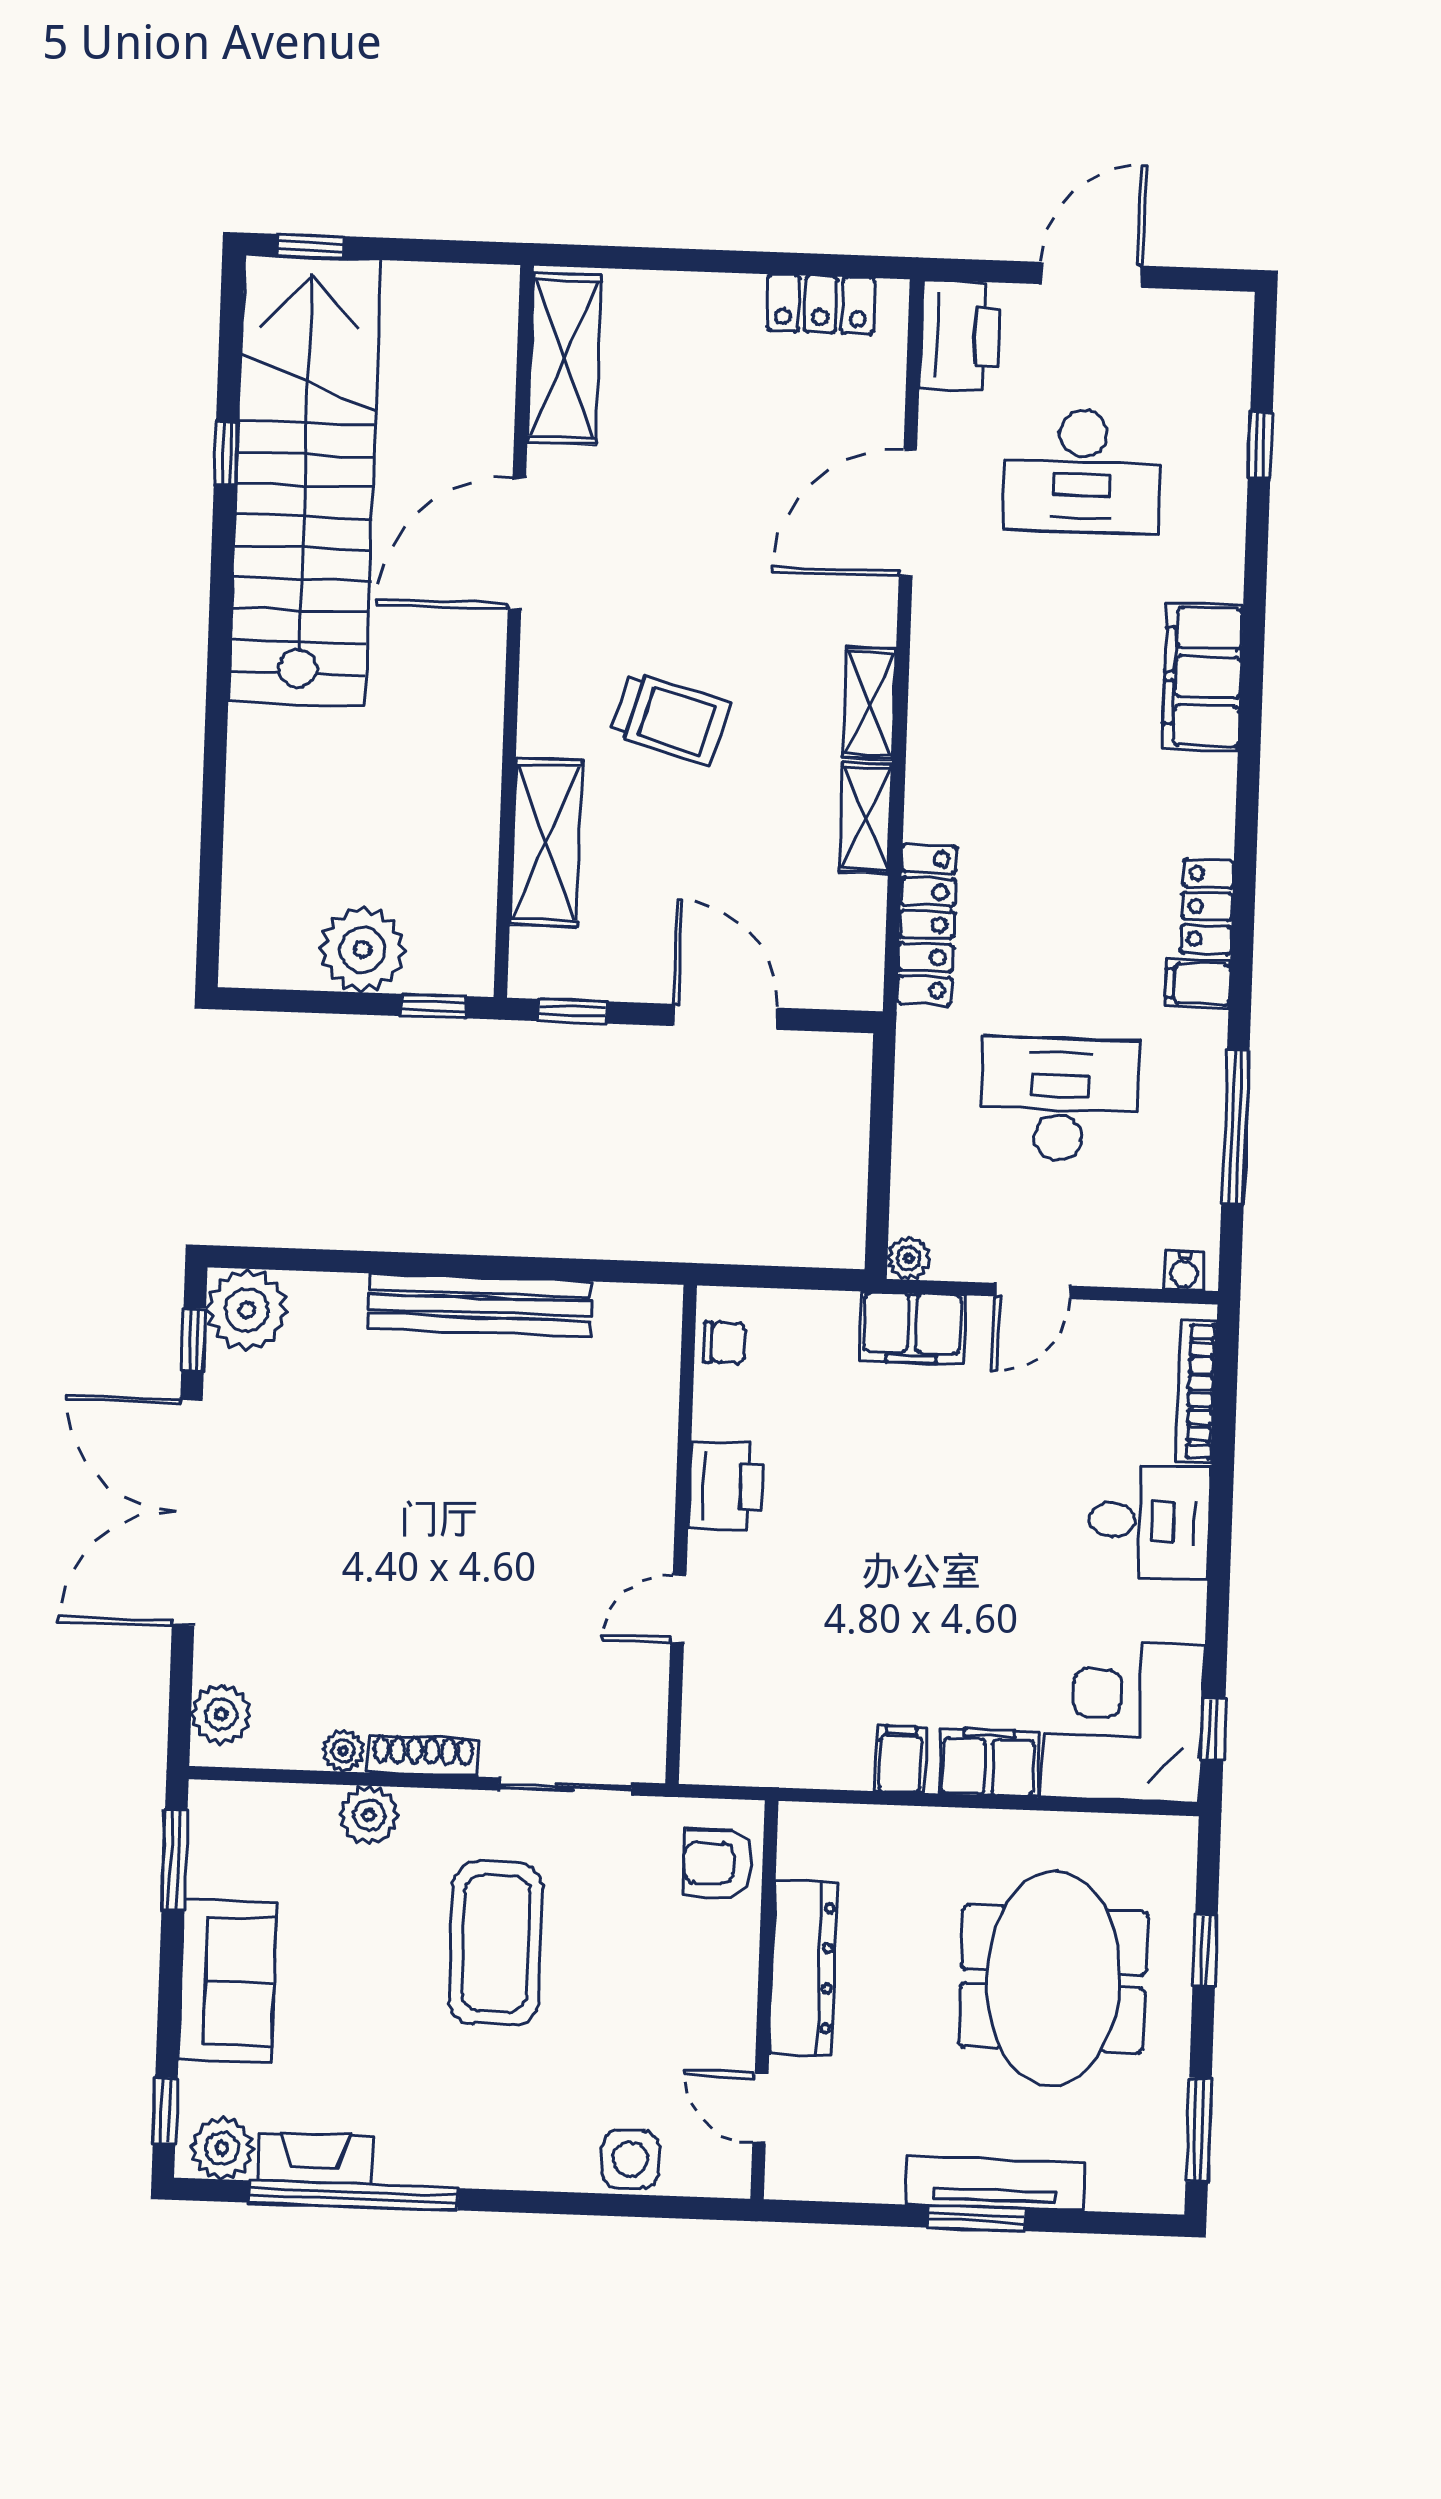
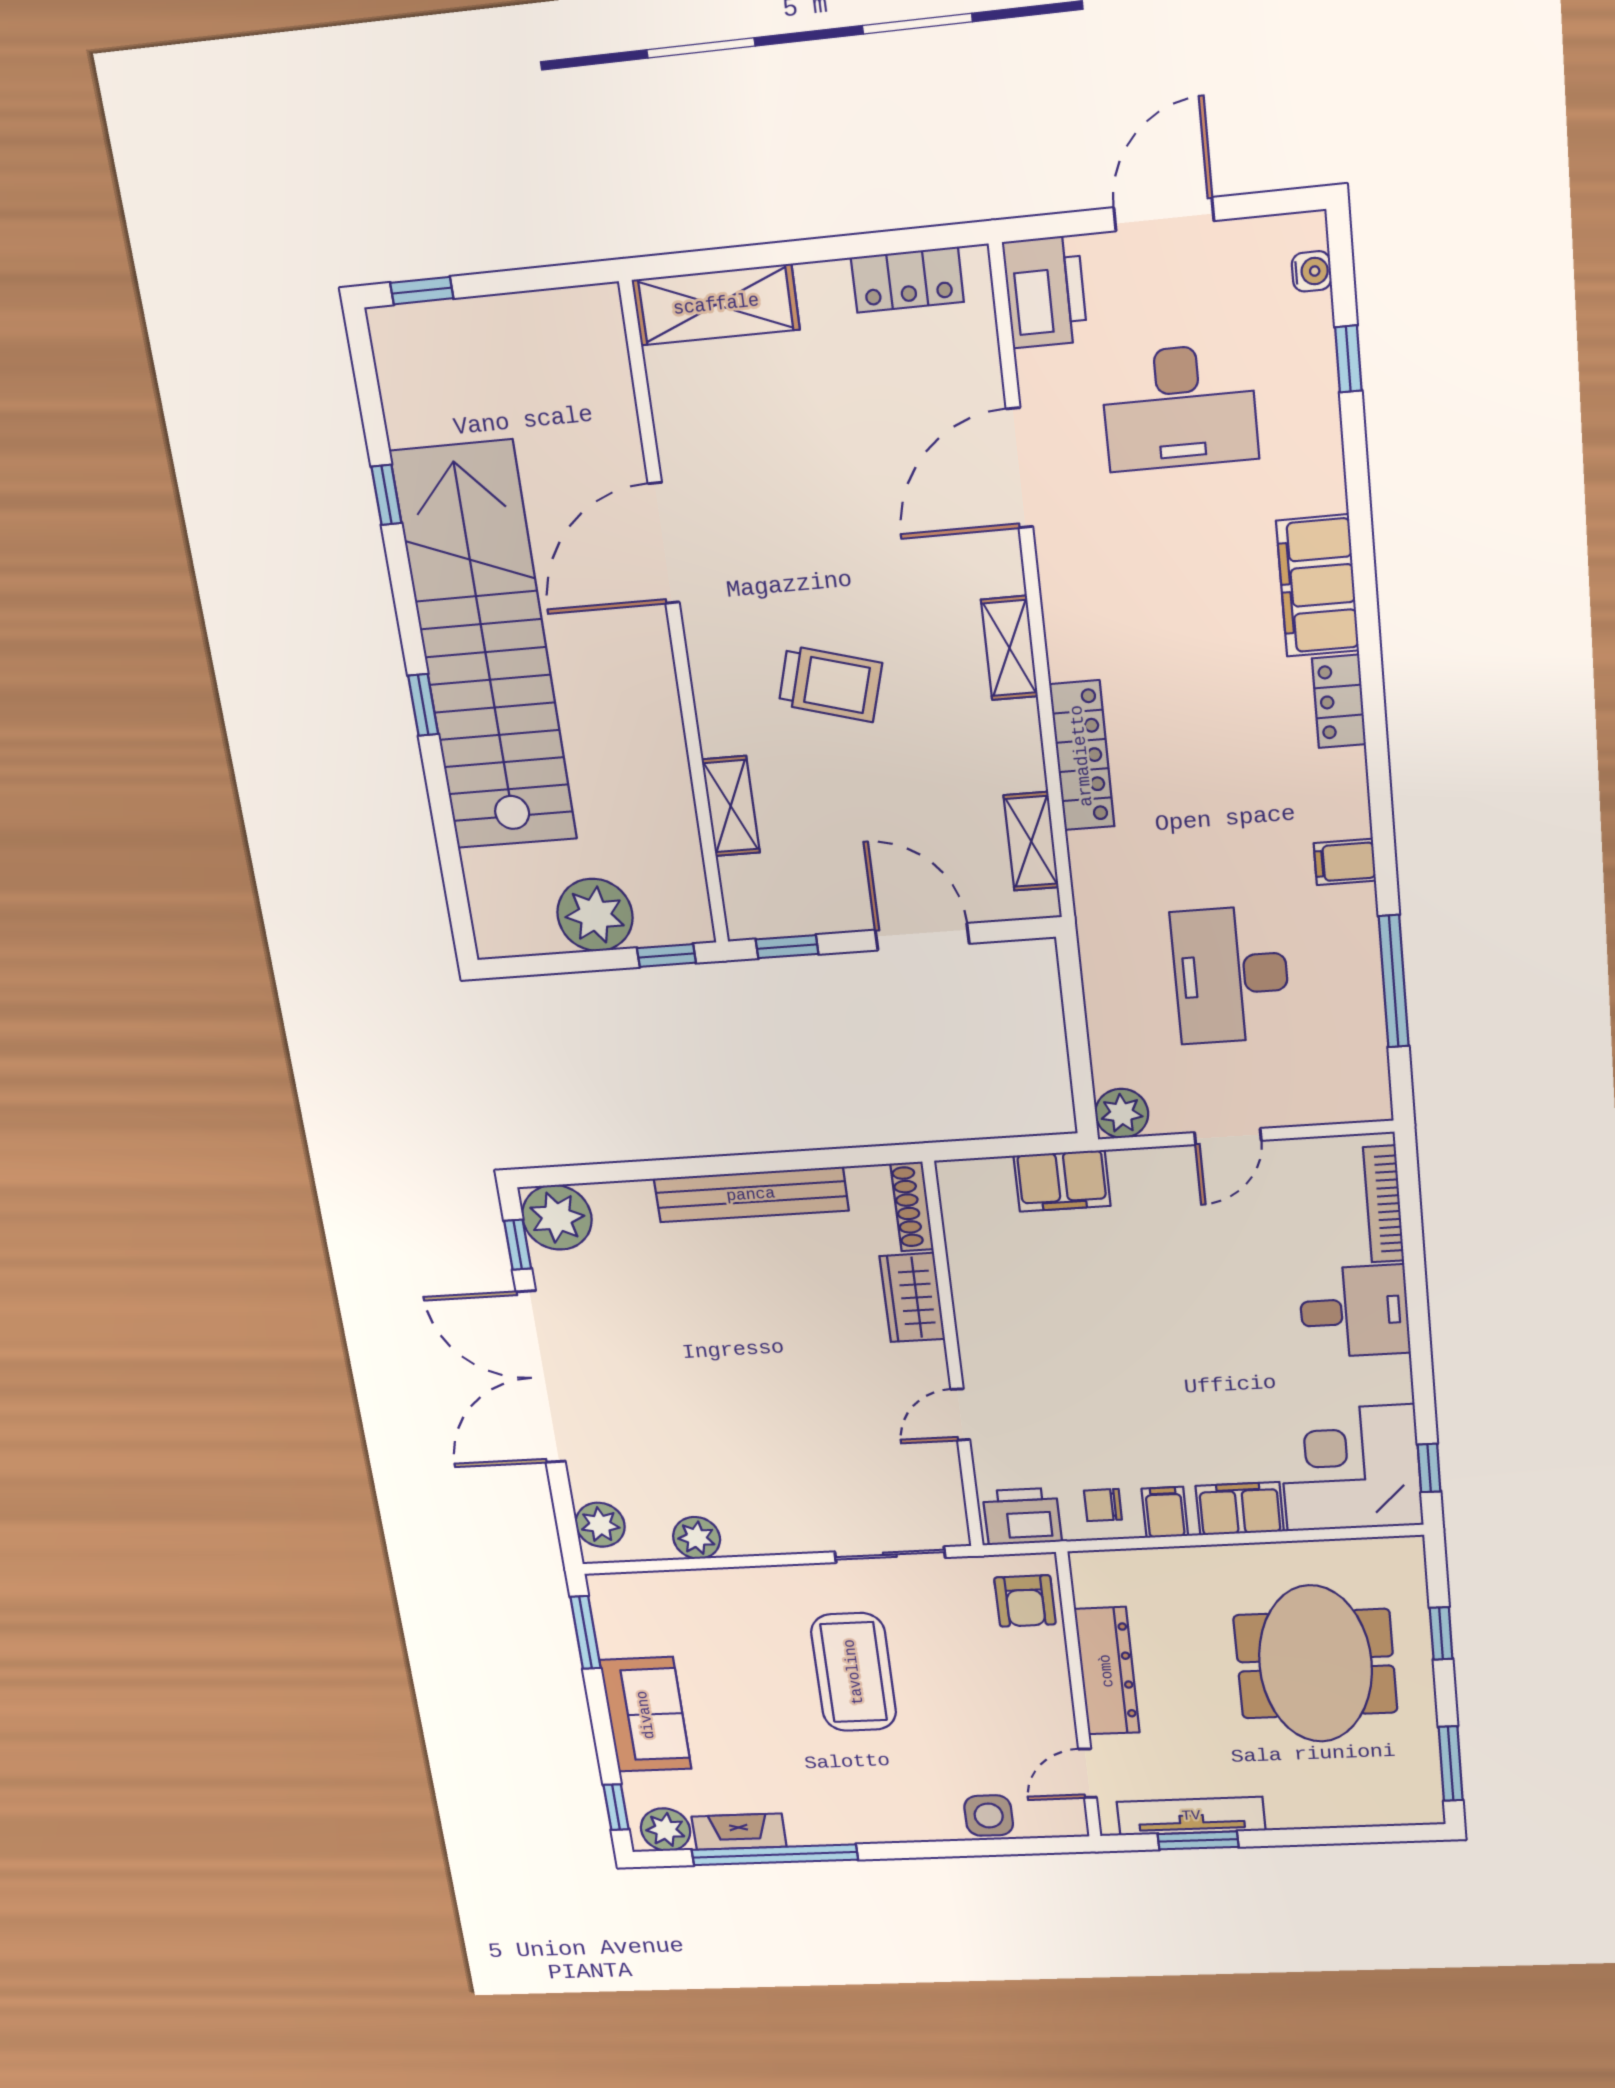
shelving: (564, 359) -> (716, 305), moved, turned 90
stairs: (305, 481) -> (485, 648), moved
window: (217, 687) -> (423, 705), added
shelving: (865, 818) -> (1031, 841), moved
shelving: (546, 843) -> (731, 806), width x0.67, depth x0.75
locker: (1207, 906) -> (1339, 701), moved
locker: (927, 924) -> (1082, 756), moved
desk: (1059, 1099) -> (1231, 975), turned -90
plant: (909, 1258) -> (1122, 1113), width x1.38, depth x1.38
water cooler: (1184, 1270) -> (1312, 271), moved, turned -90
filing cabinet: (912, 1328) -> (1062, 1181), moved
chair: (724, 1343) -> (1103, 1505), moved, turned 180
wardrobe: (645, 1453) -> (912, 1298), added
printer: (726, 1486) -> (1022, 1516), moved, turned -90
plant: (343, 1751) -> (697, 1538), width x1.38, depth x1.38
shoe rack: (423, 1756) -> (912, 1207), moved, turned -90
plant: (369, 1815) -> (734, 1588), removed
armchair: (718, 1863) -> (1025, 1601), turned -90
door: (760, 2108) -> (1088, 1773), hinge flipped
tv unit: (995, 2184) -> (1191, 1816), moved
window: (976, 2218) -> (1198, 1840), moved

